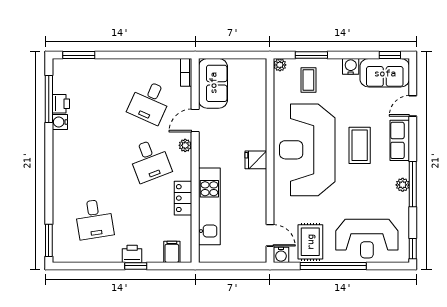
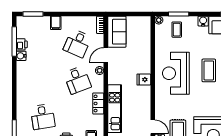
filing cabinet: (115, 69) -> (56, 23), added
reception desk: (307, 150) -> (176, 73), width x0.74, depth x0.77

